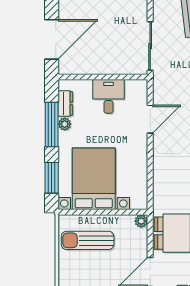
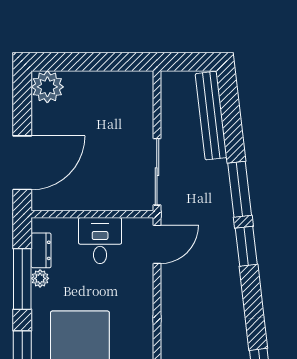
door: (150, 119) -> (157, 244), moved

